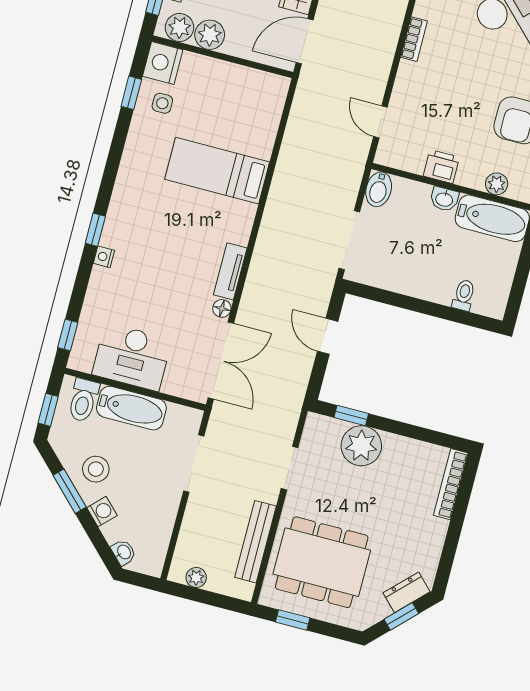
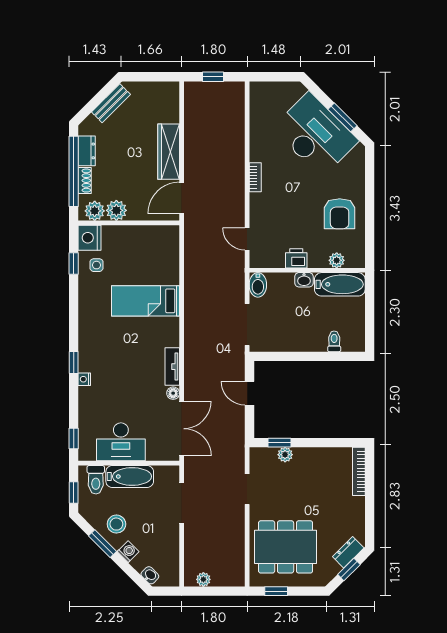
plant: (361, 446) -> (285, 455), width x0.53, depth x0.53
bench: (255, 542) -> (237, 545), removed

